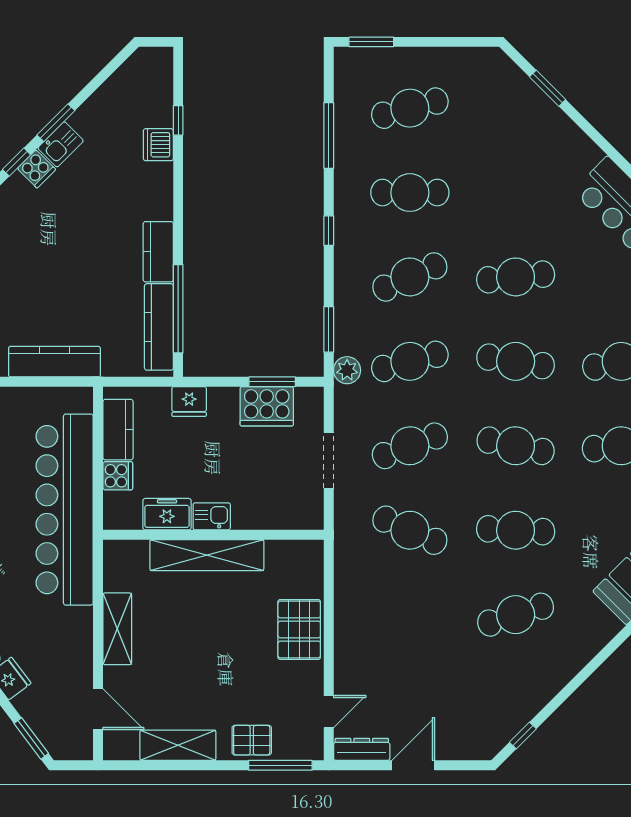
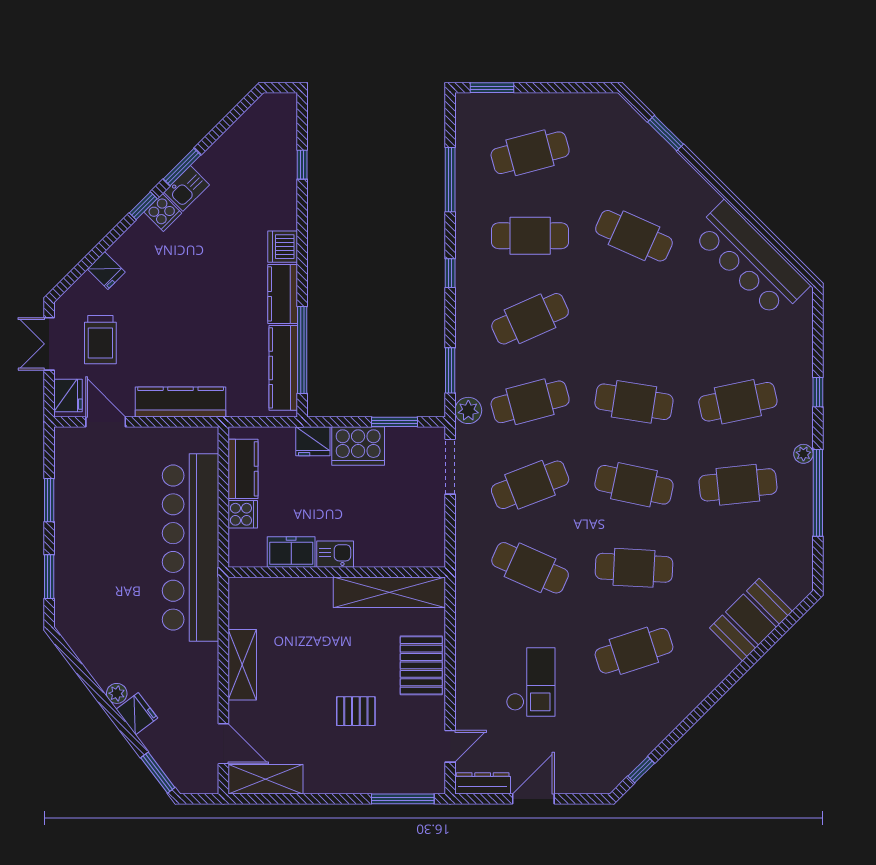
dishwasher: (158, 145) -> (283, 247), moved
cafe table: (516, 277) -> (634, 236), moved, turned 30
cooker: (267, 406) -> (358, 446), moved
doorway: (329, 461) -> (450, 467), moved
shelving: (207, 555) -> (389, 592), moved
checkout: (410, 646) -> (531, 682), added
pallet: (252, 740) -> (356, 711), moved
shelving: (178, 745) -> (266, 779), moved

